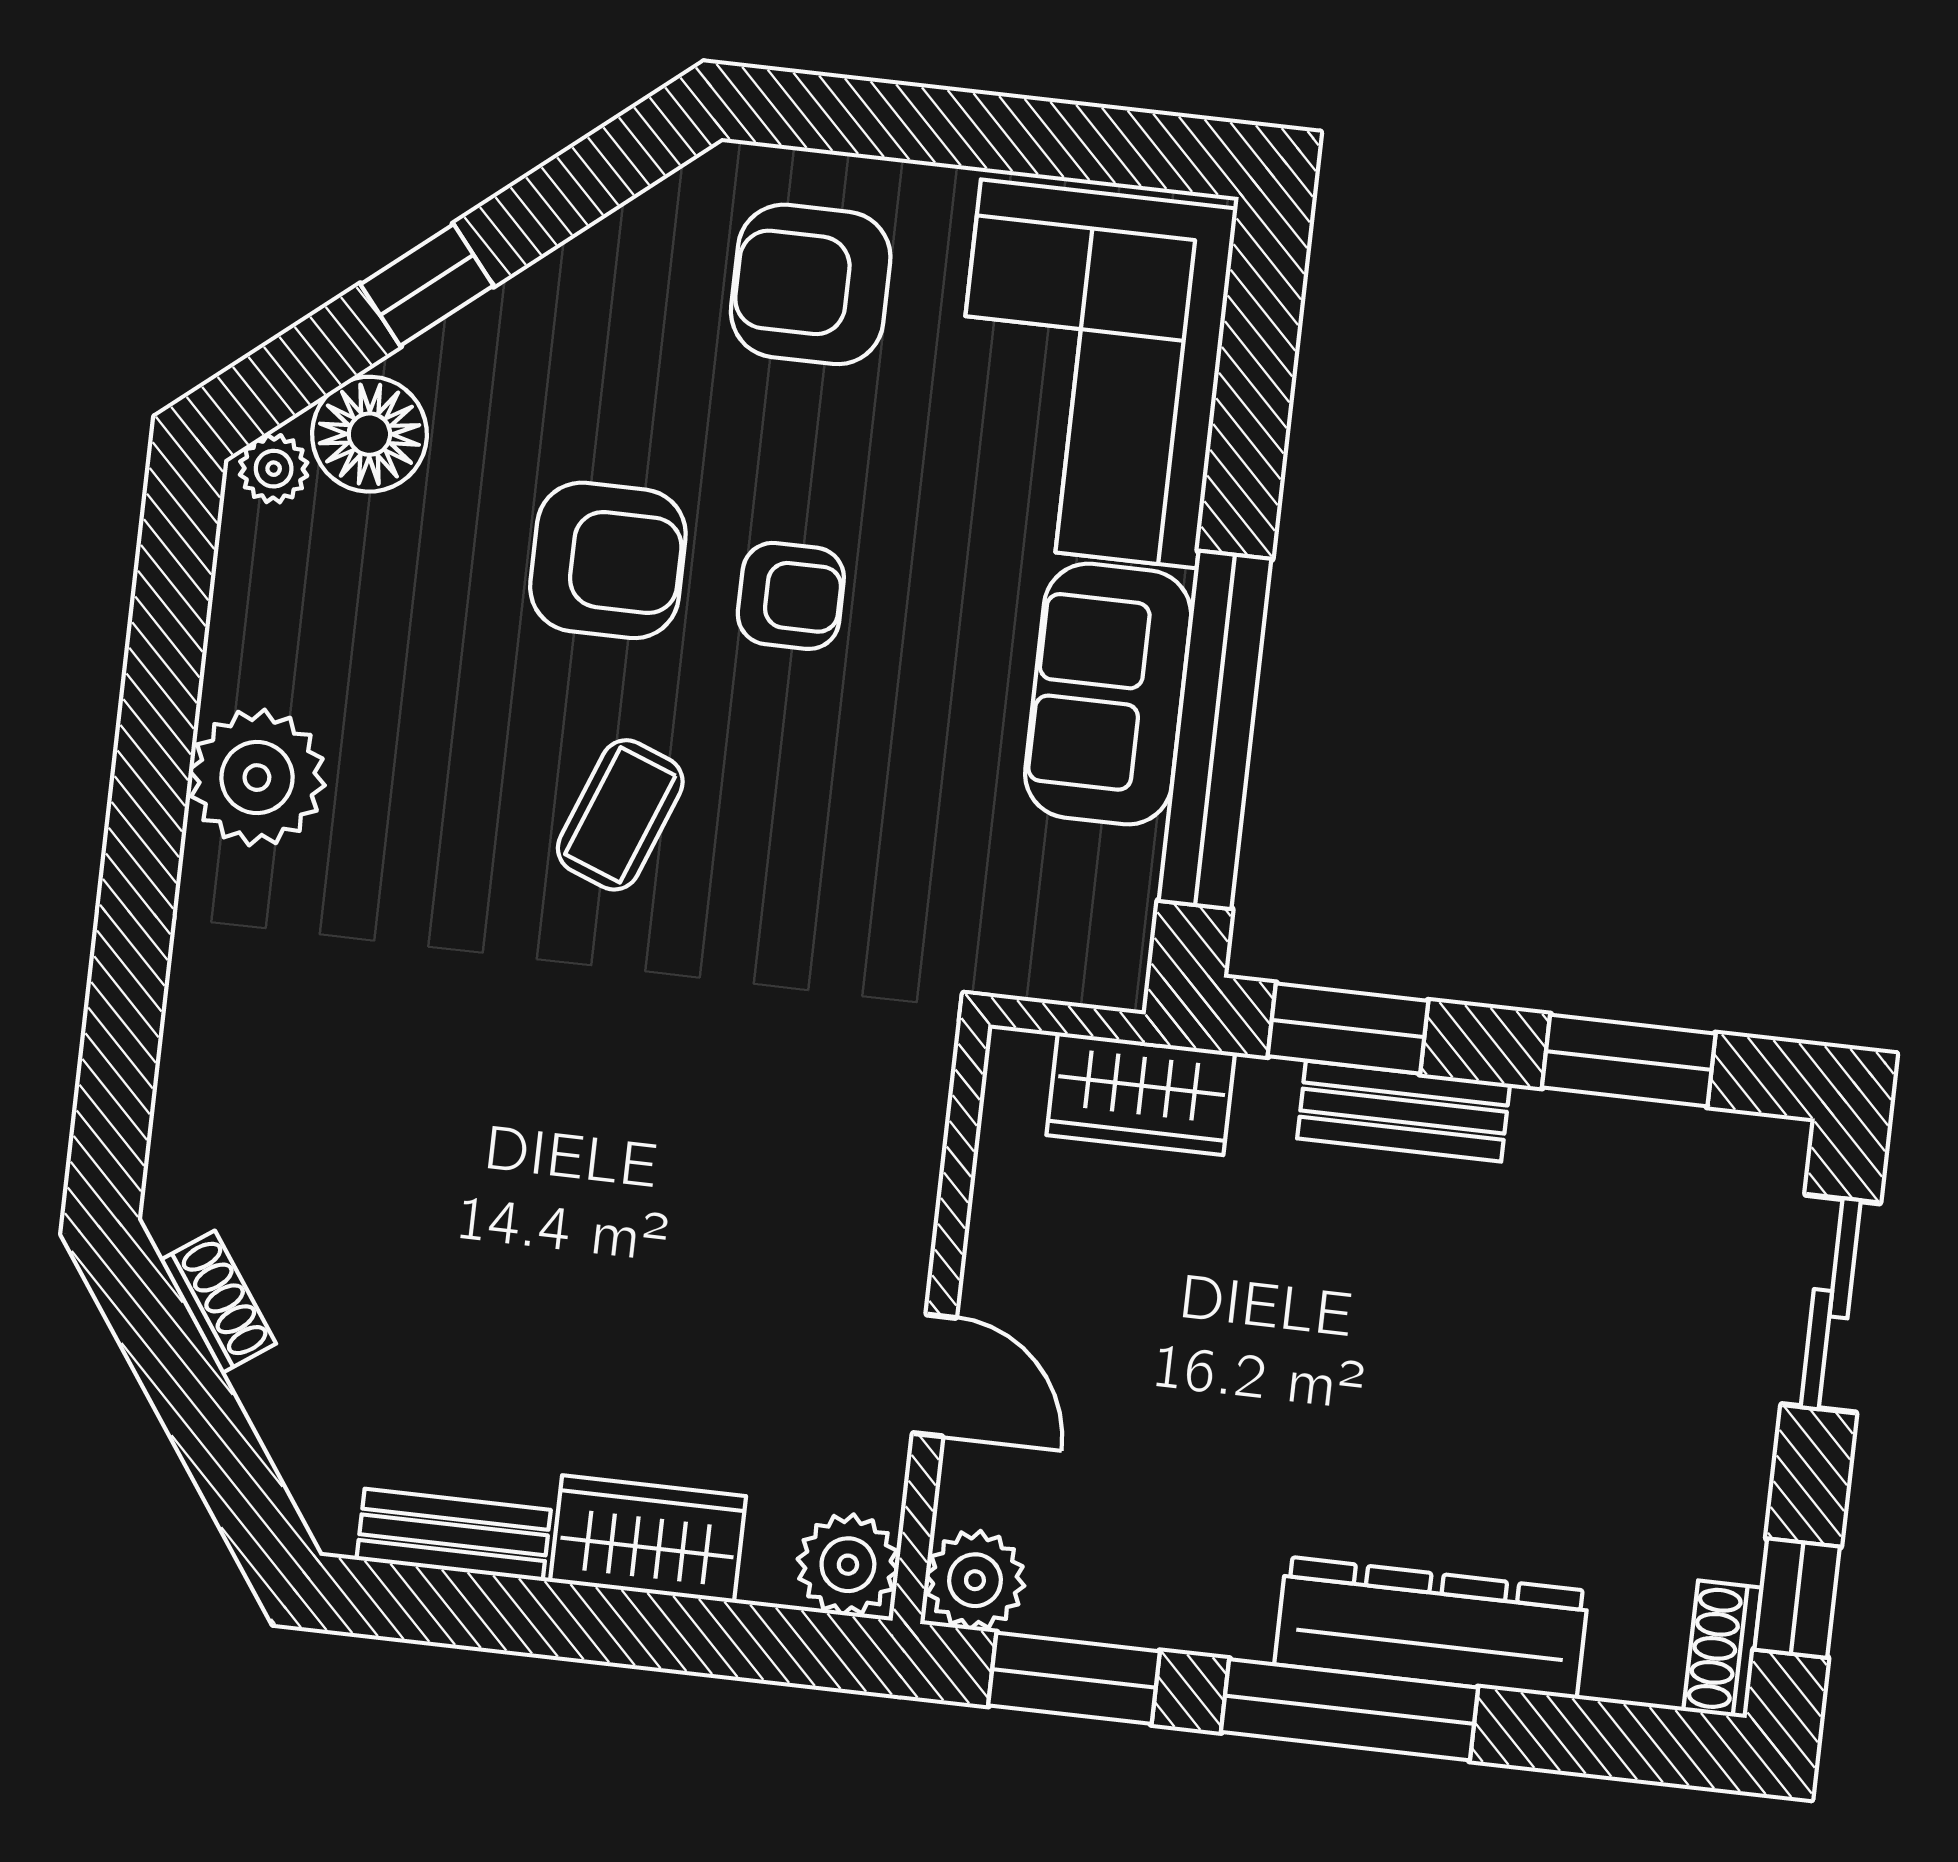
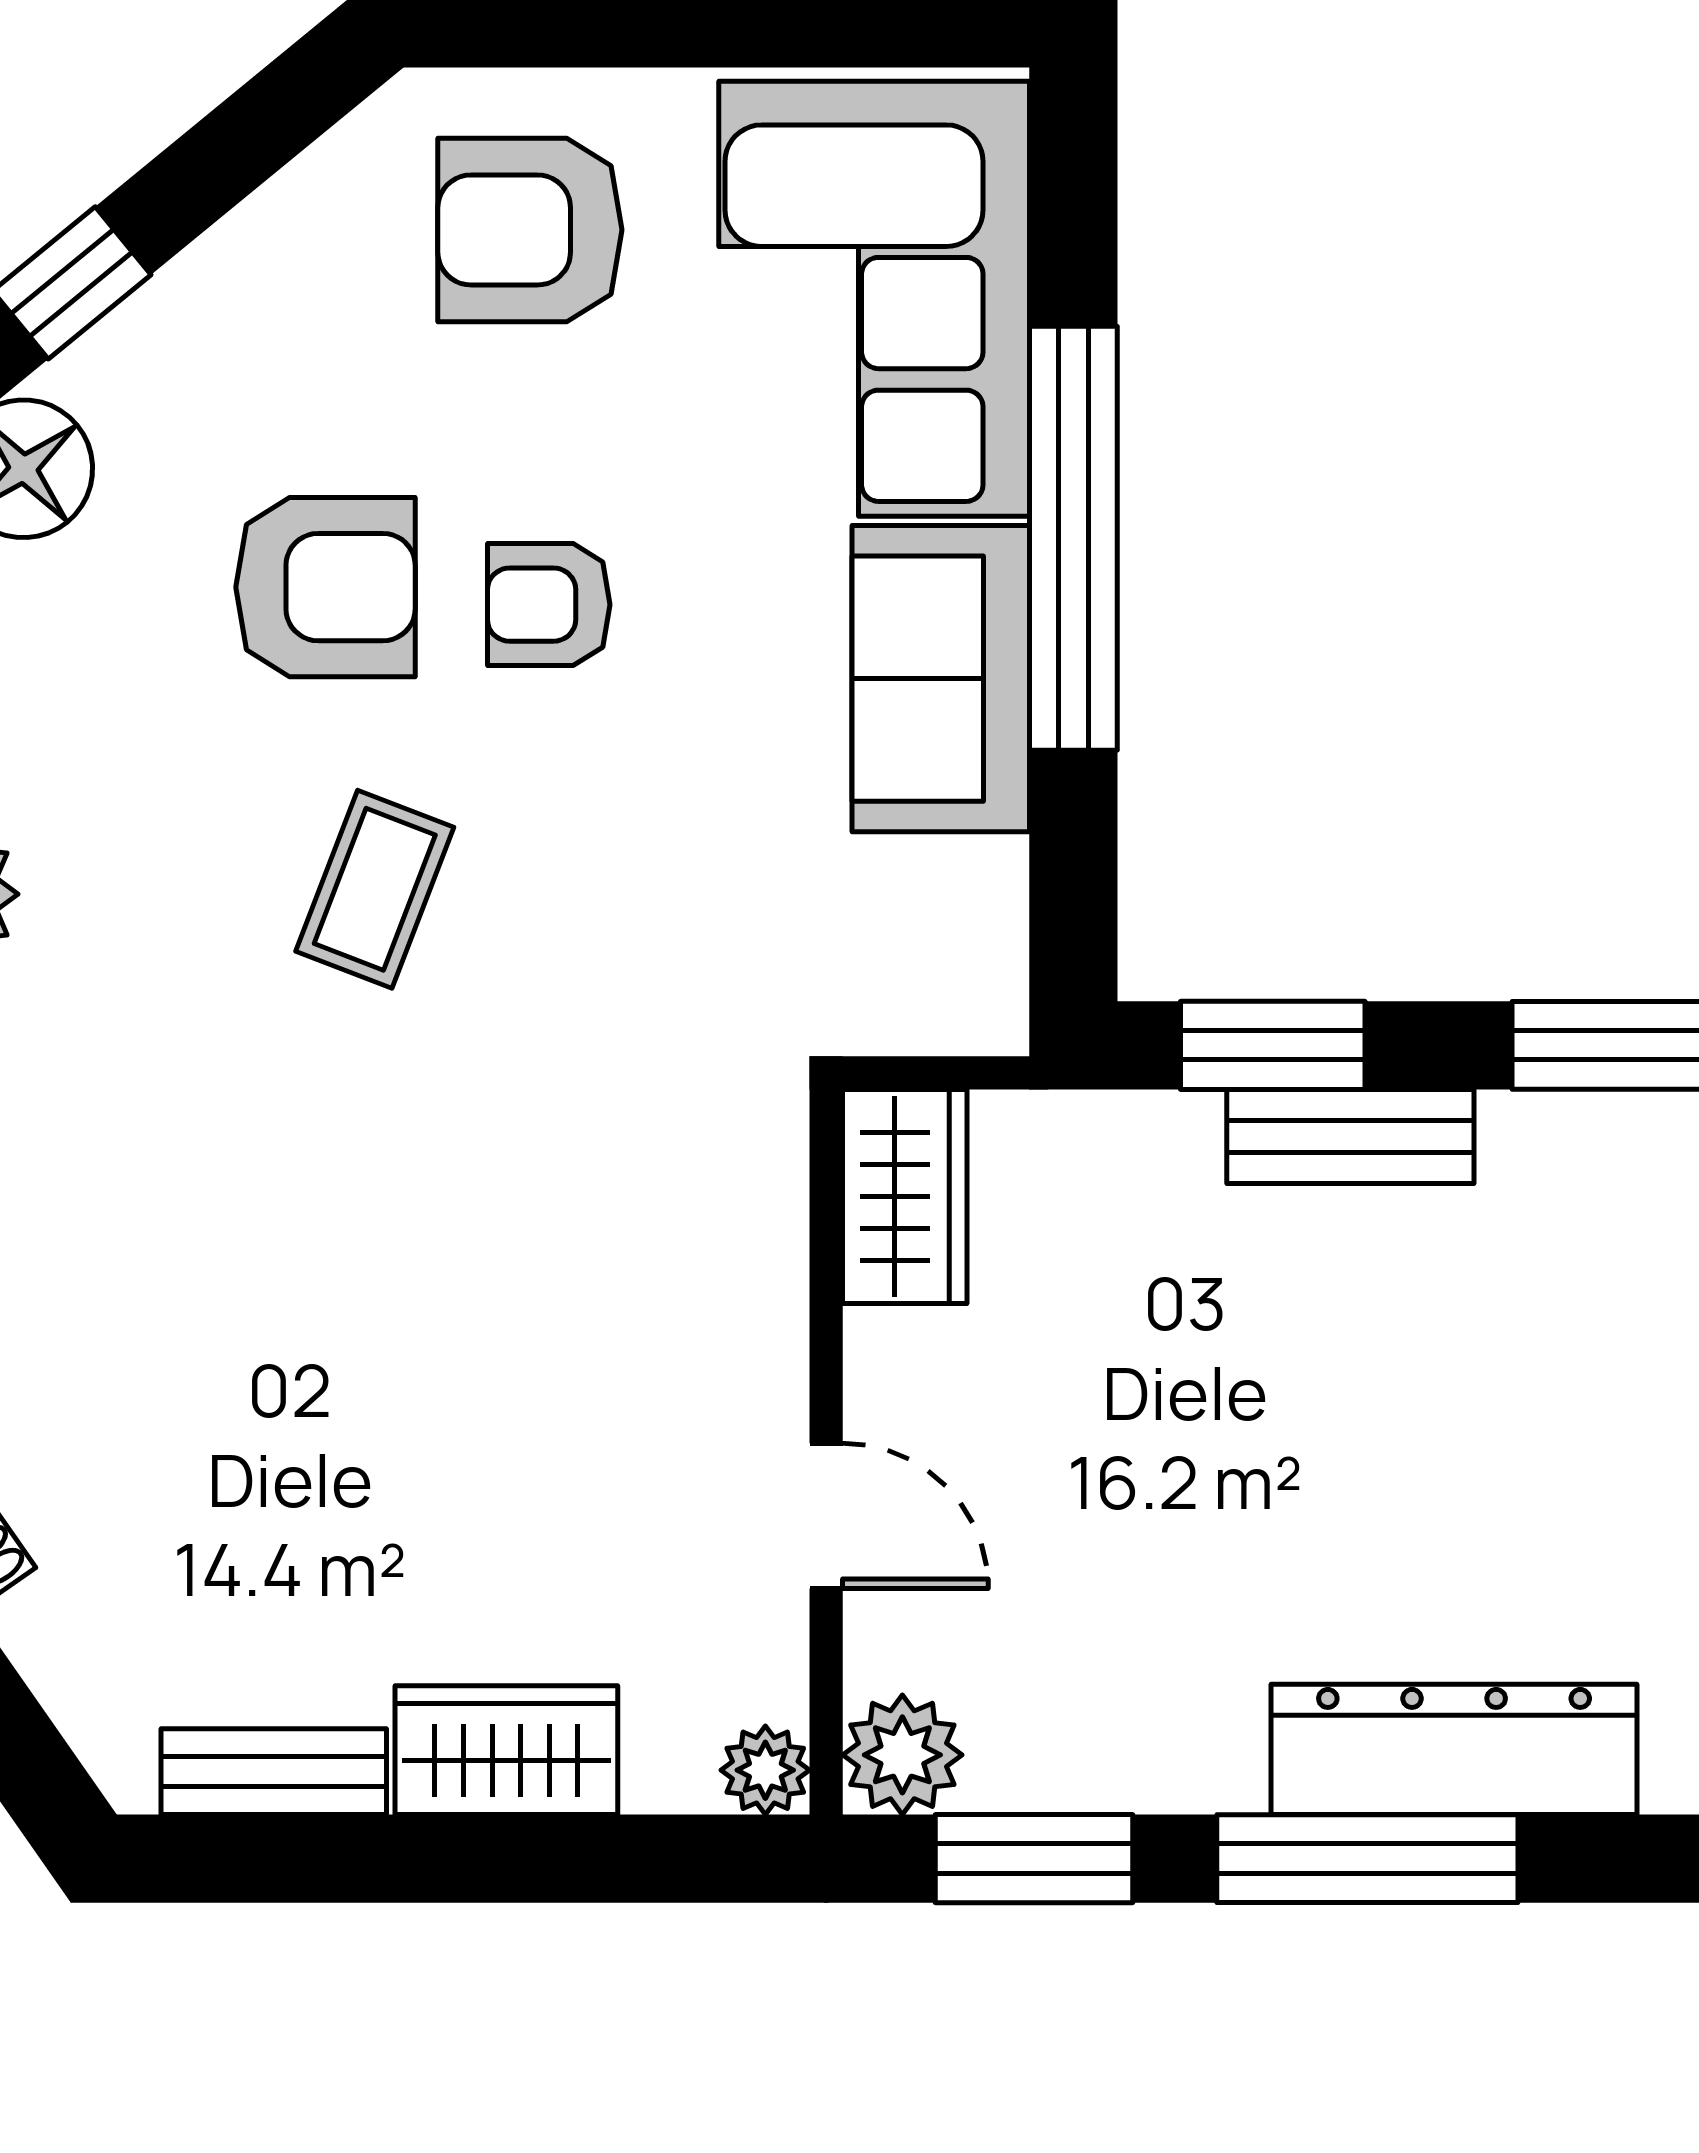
armchair: (791, 596) -> (549, 605), turned 180
window: (1215, 730) -> (1073, 538), moved
wardrobe: (1141, 1094) -> (905, 1196), moved, turned -90
plant: (848, 1565) -> (765, 1770), width x0.73, depth x0.73

